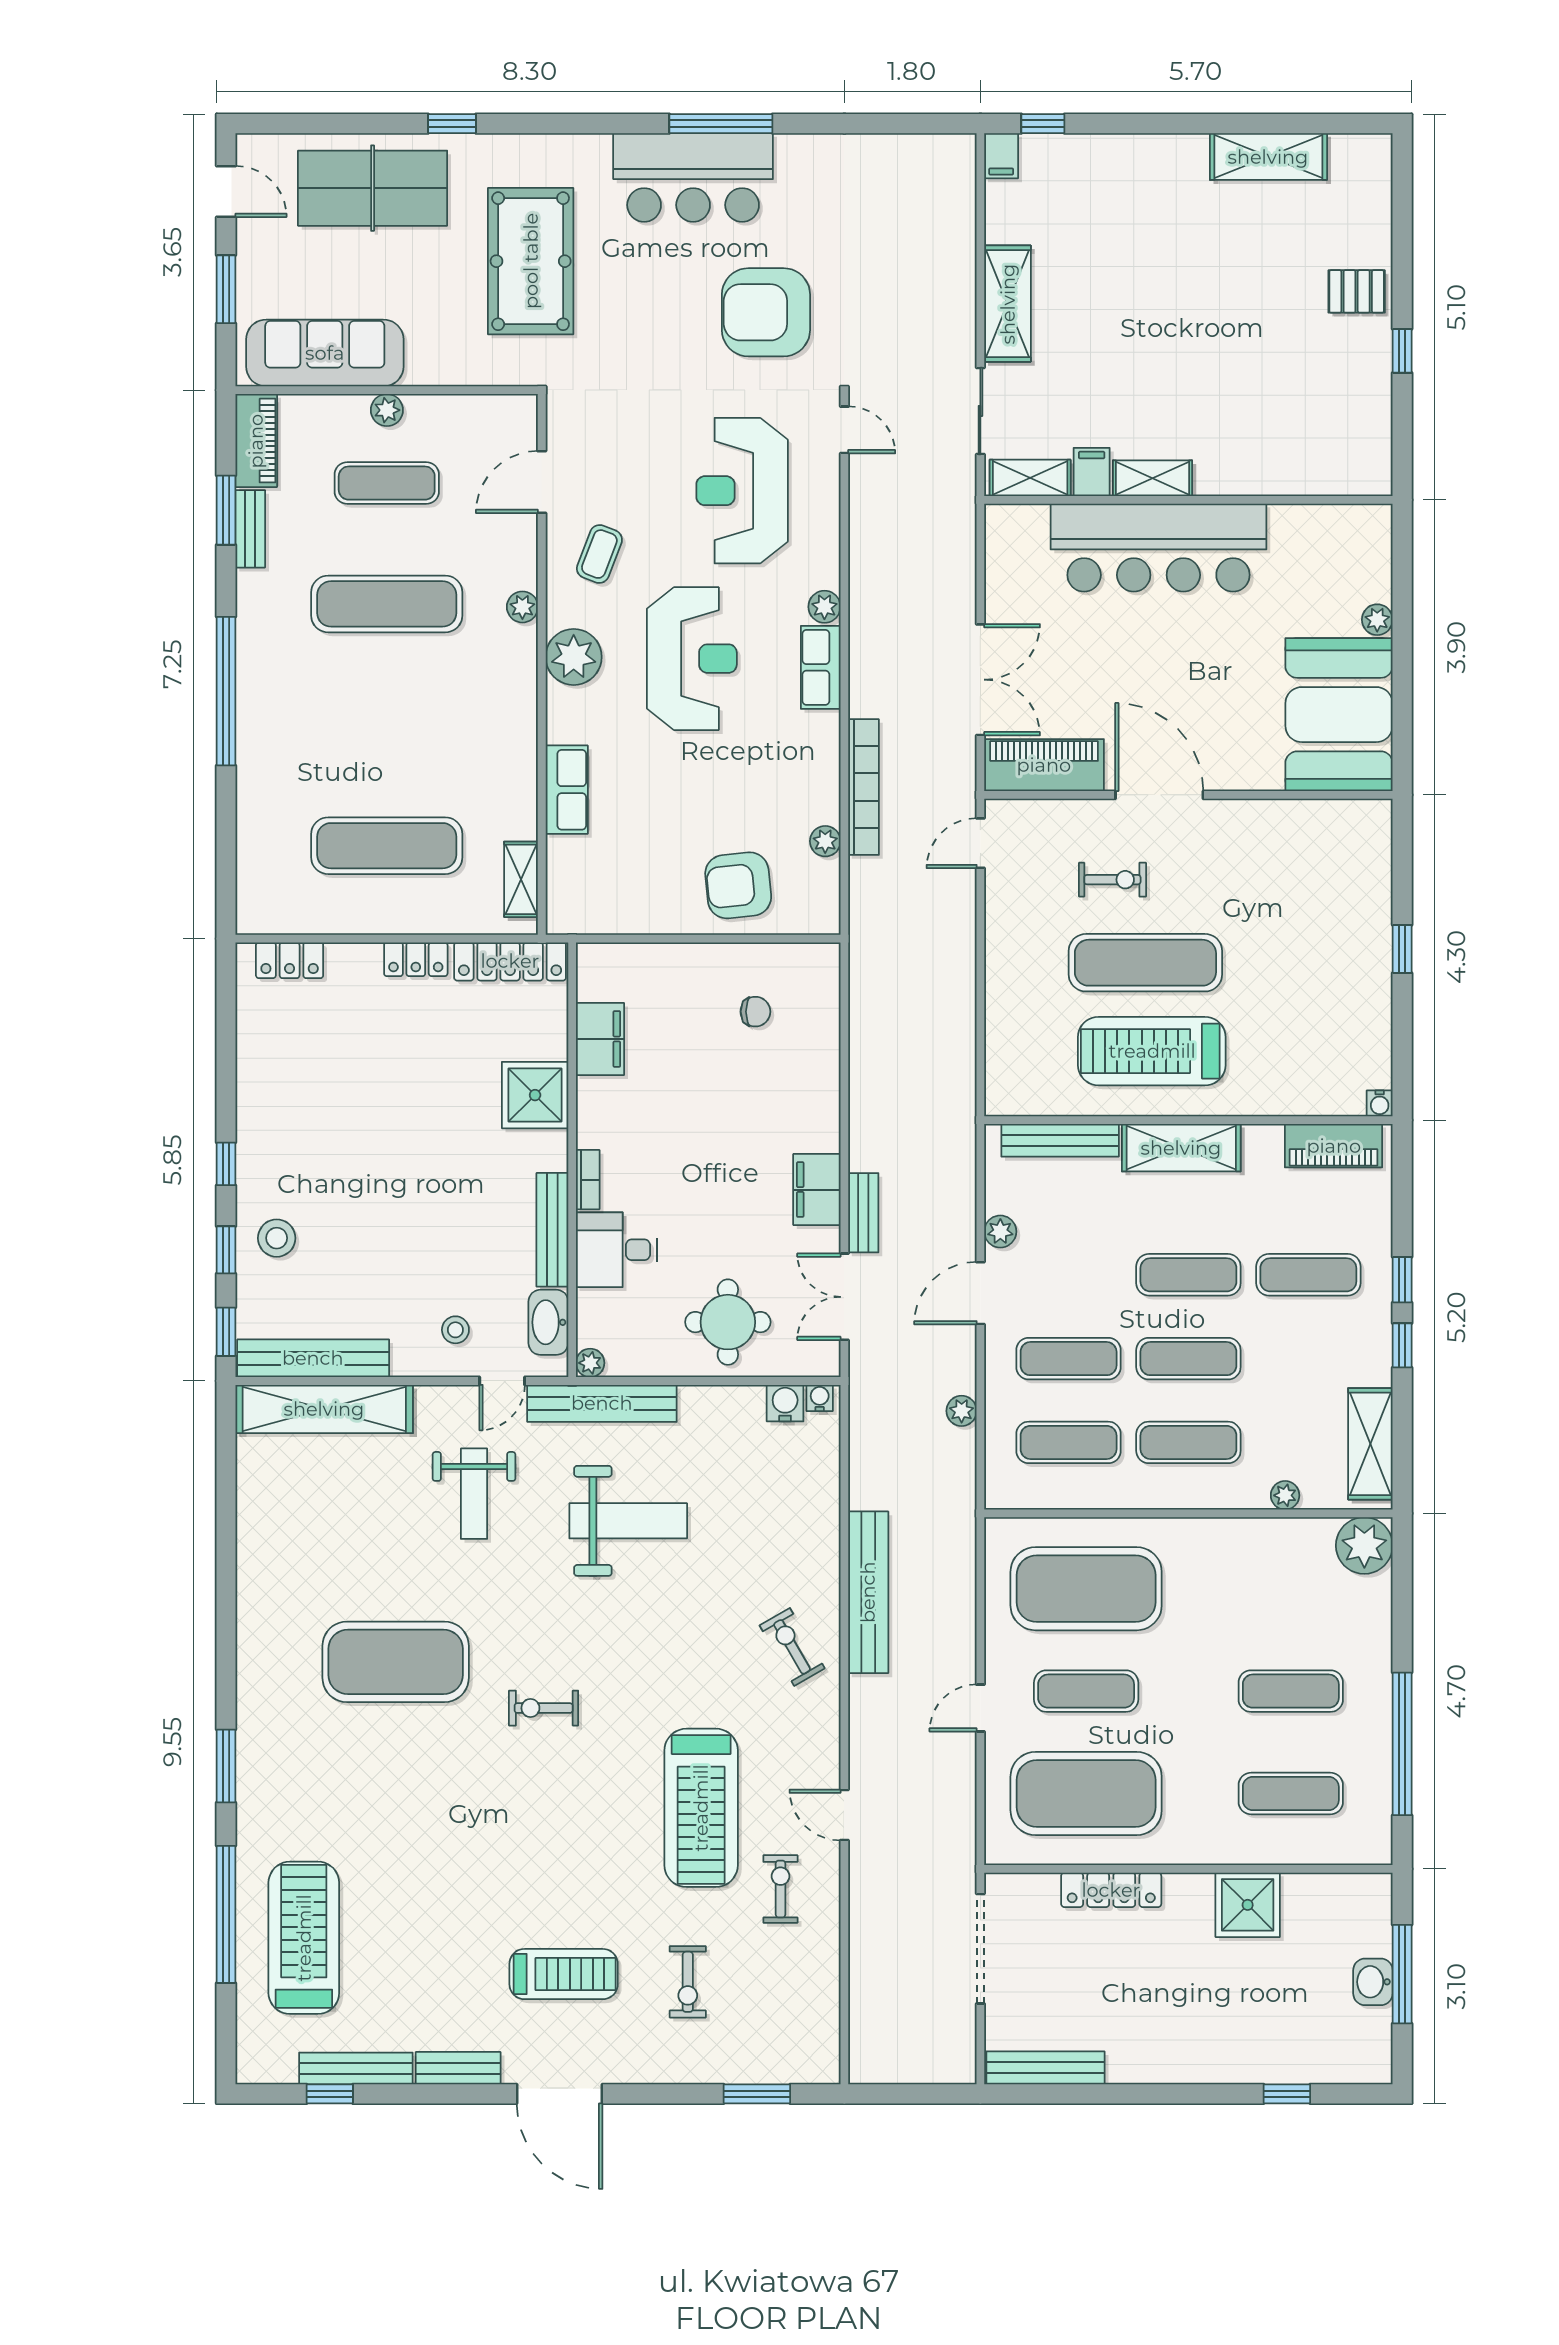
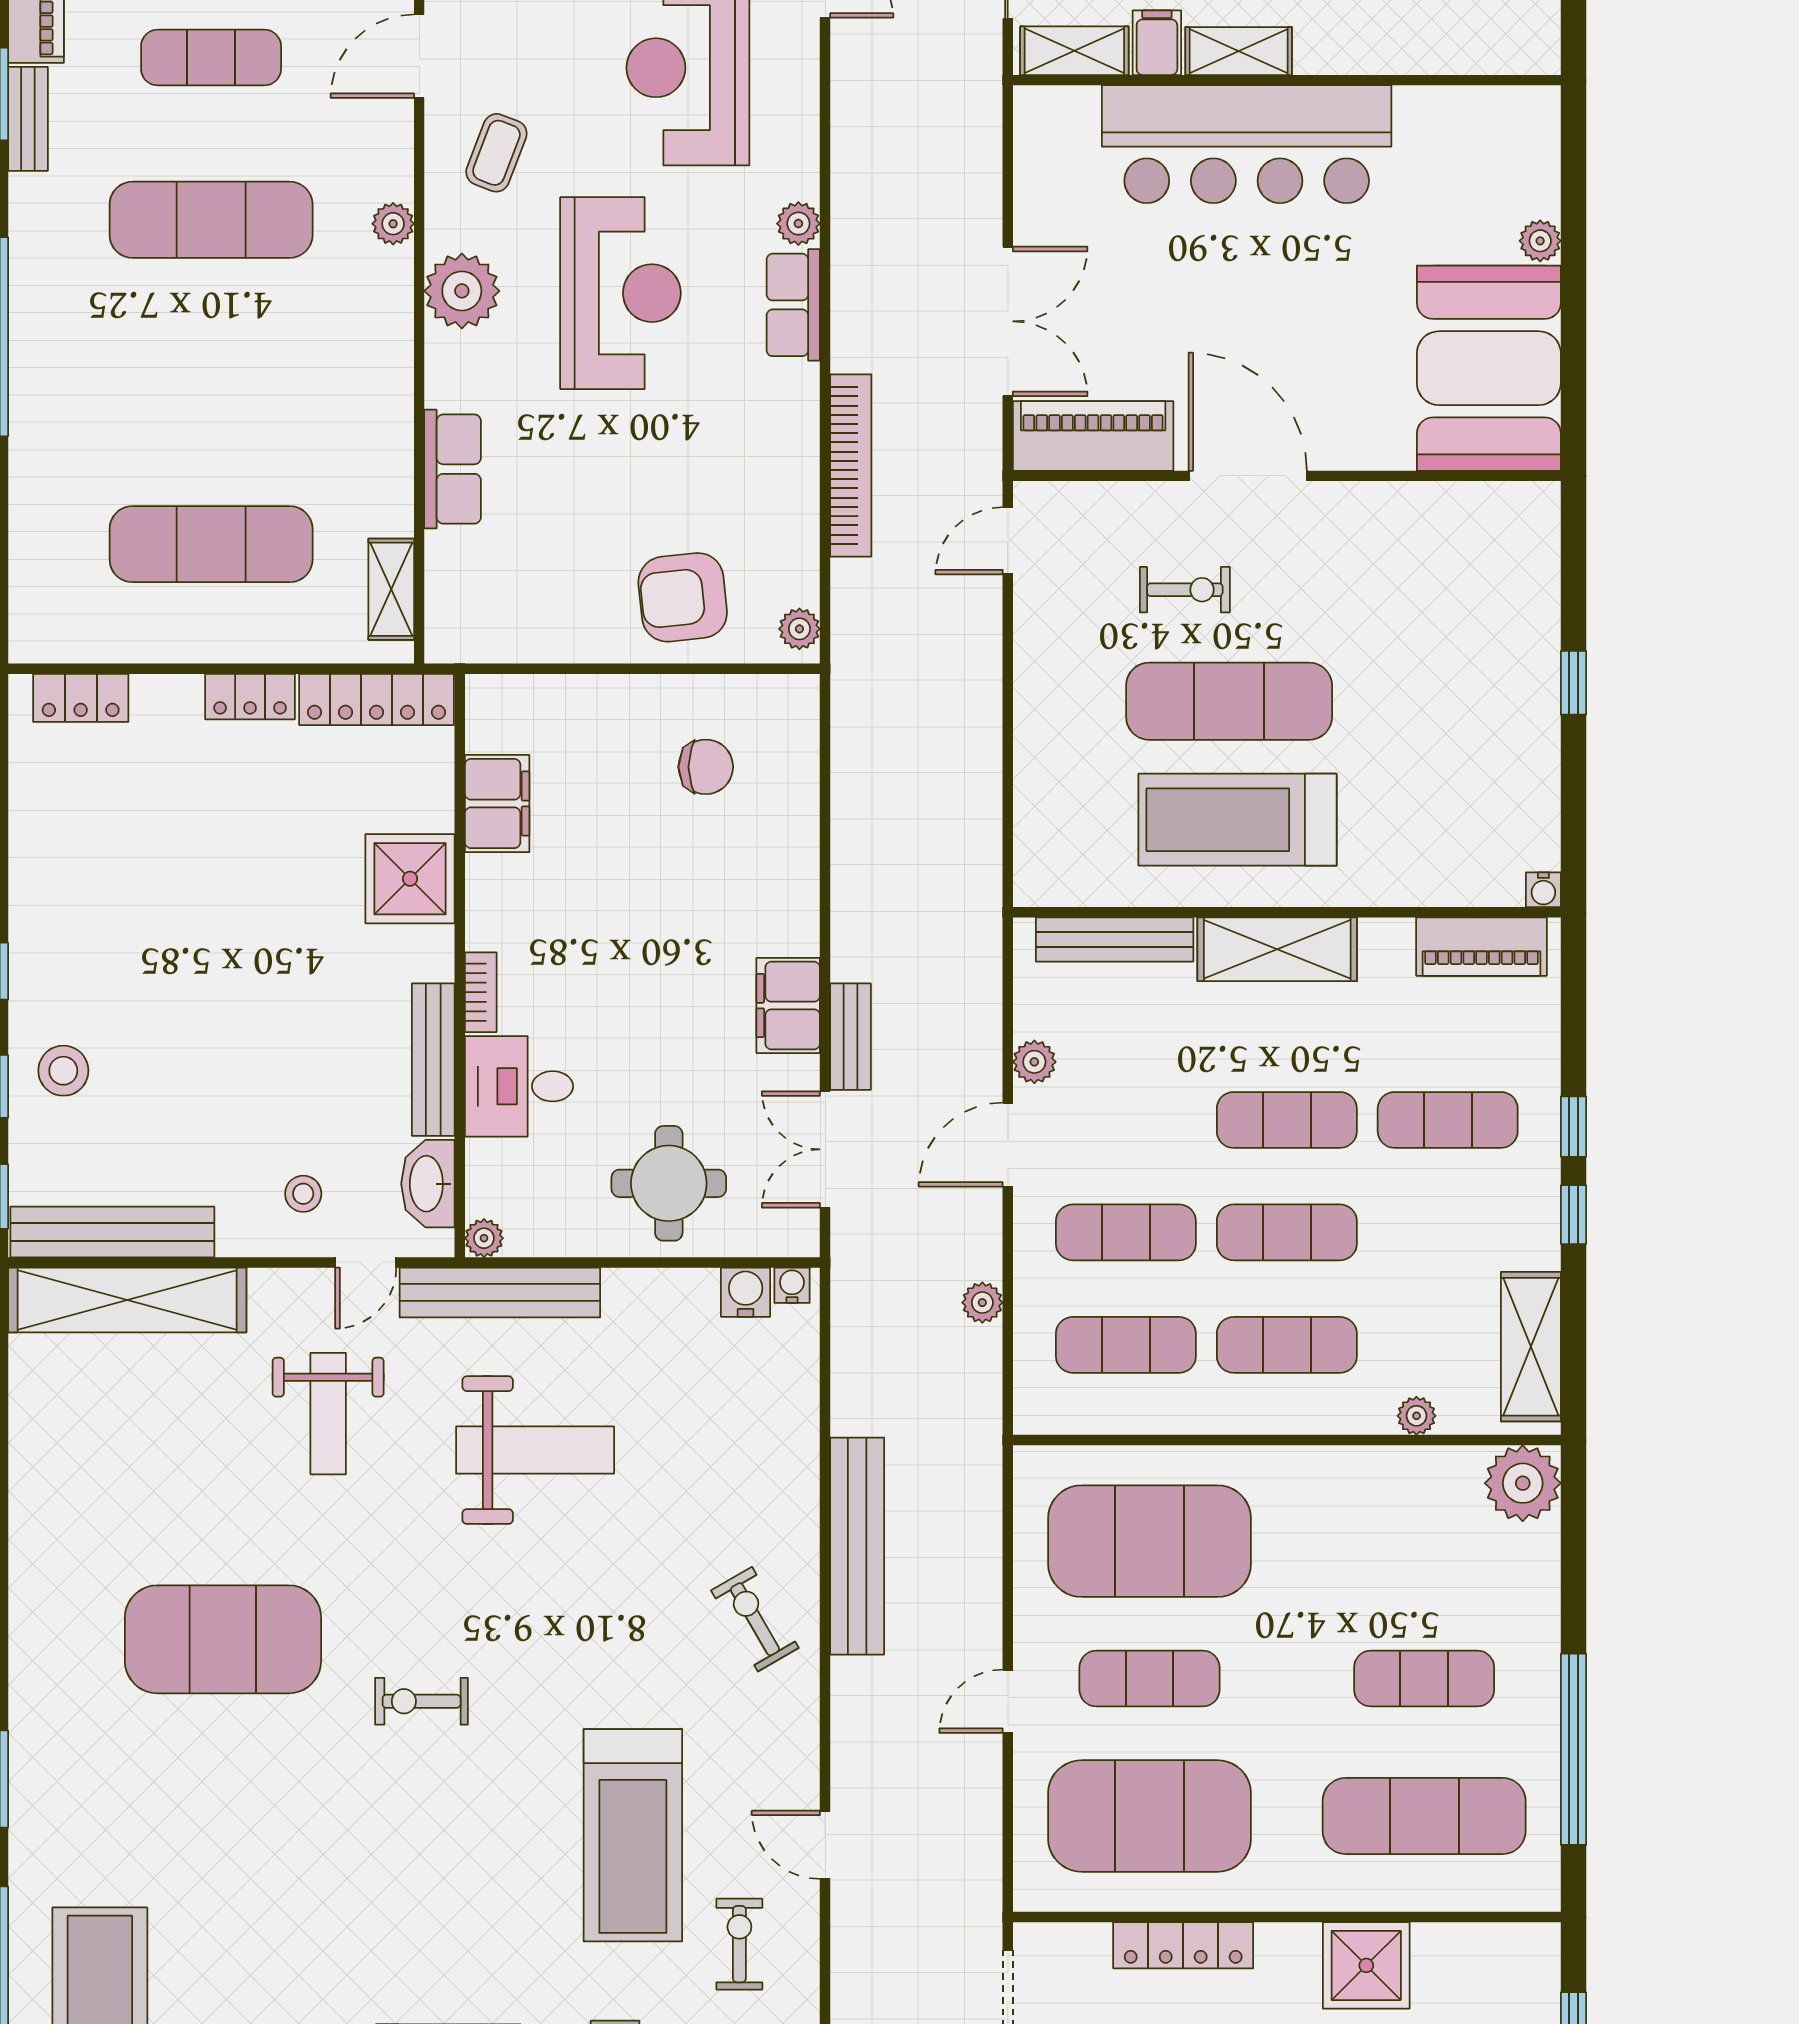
plant: (825, 841) -> (799, 629), moved
chair: (755, 1012) -> (706, 767), width x1.37, depth x1.37
exercise mat: (1291, 1793) -> (1424, 1816), width x1.36, depth x1.45

